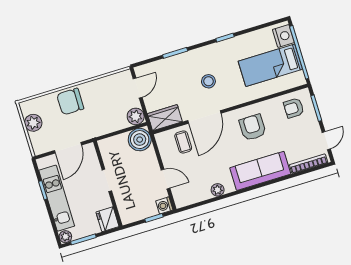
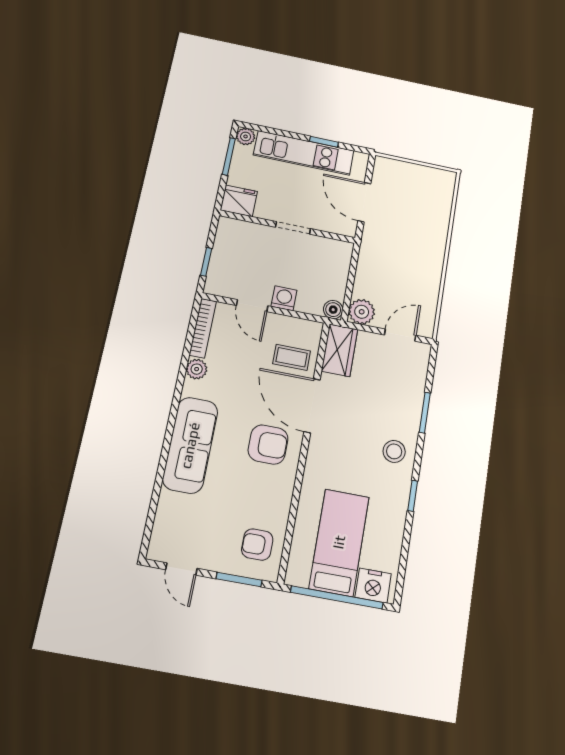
stool: (208, 81) -> (394, 451), moved
door: (138, 88) -> (400, 335), swing flipped
chair: (70, 102) -> (426, 238), removed
armchair: (294, 108) -> (257, 545), turned -90
plant: (33, 123) -> (421, 177), removed
armchair: (253, 127) -> (268, 445), moved
boiler: (140, 140) -> (333, 310), width x0.54, depth x0.54
bookcase: (309, 164) -> (203, 328), moved
door: (165, 179) -> (252, 306), hinge flipped
washing machine: (164, 205) -> (284, 298), moved

